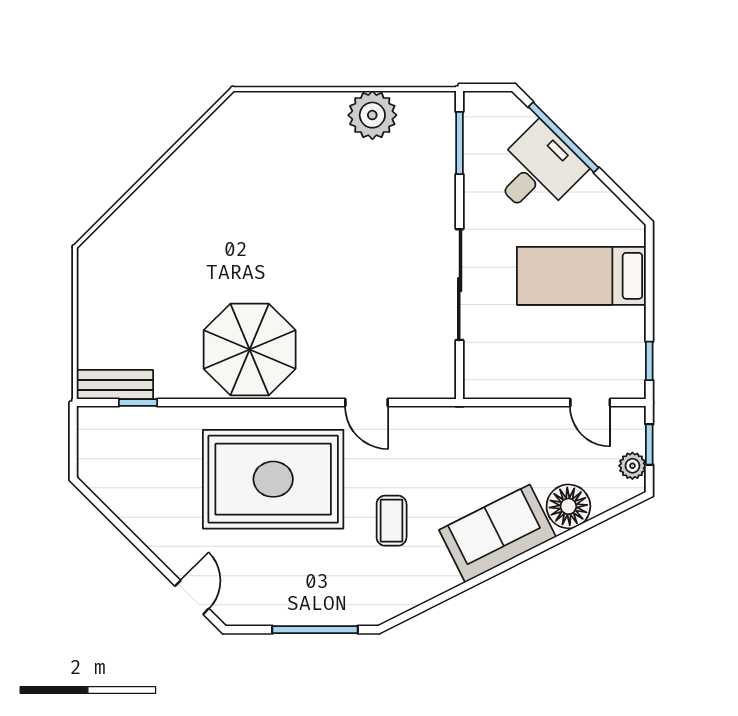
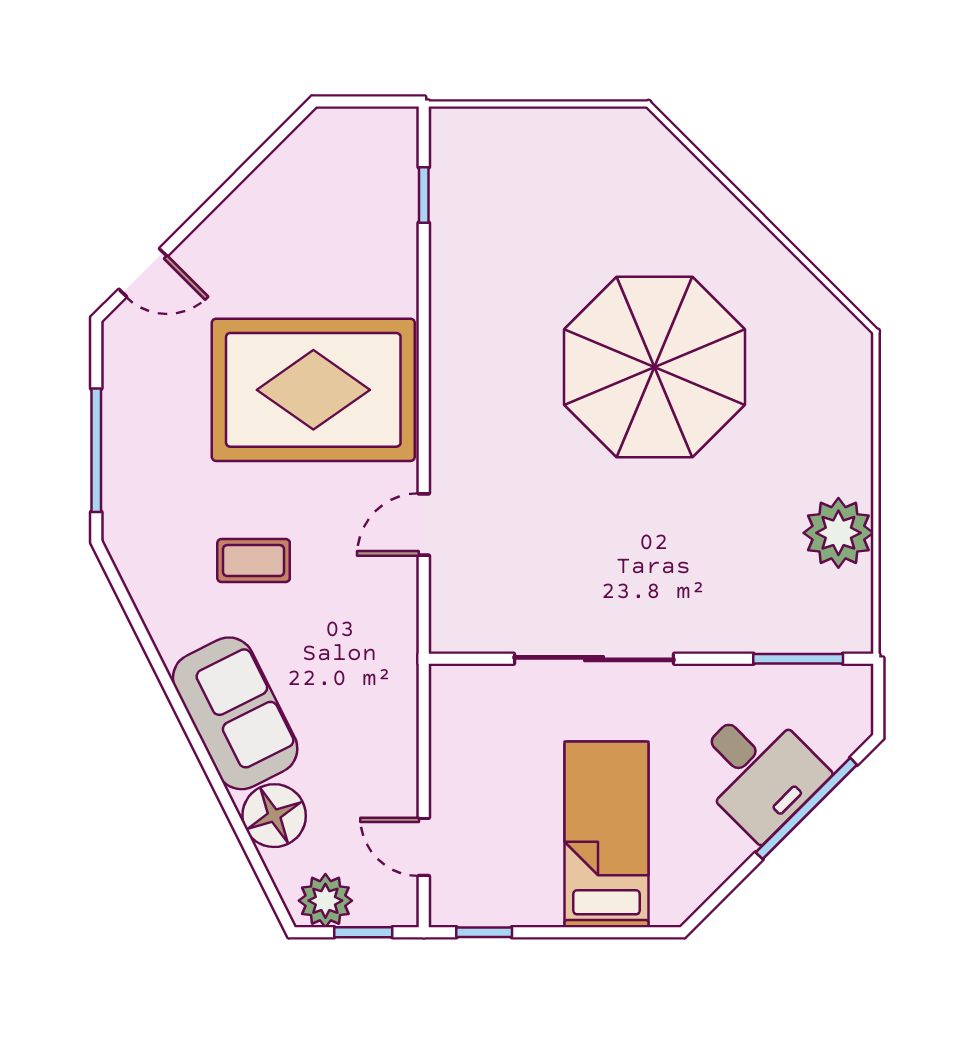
parasol: (250, 349) -> (654, 367), moved, width x1.36, depth x1.36
bench: (115, 385) -> (450, 162), removed
door: (590, 403) -> (424, 847), hinge flipped
plant: (632, 466) -> (325, 901), width x1.38, depth x1.38
rug: (273, 479) -> (313, 390), turned 90

